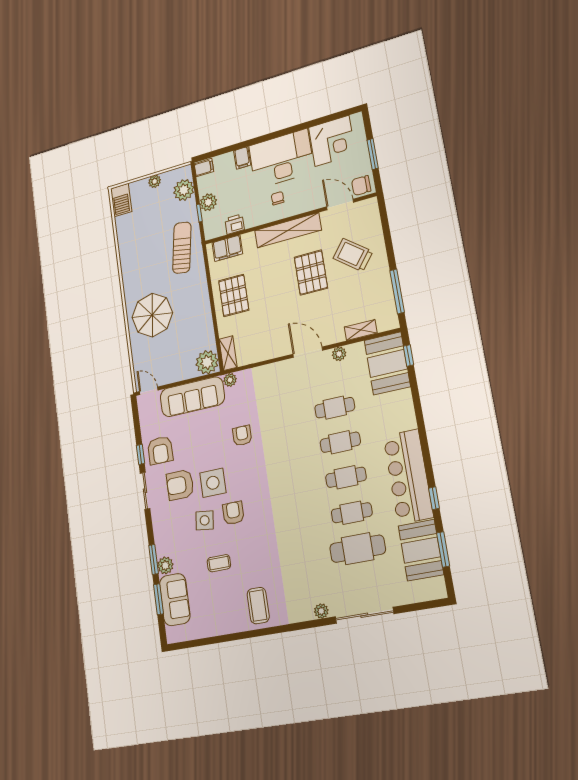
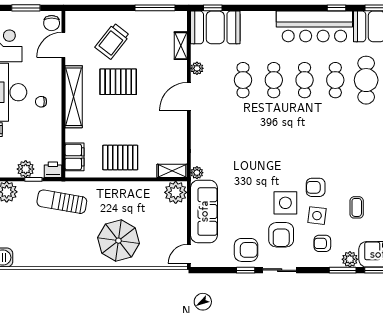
printer: (235, 224) -> (53, 170), moved, turned 90
armchair: (242, 436) -> (322, 243), moved

